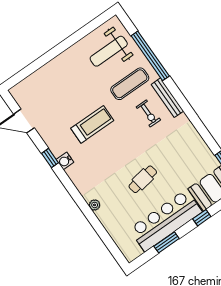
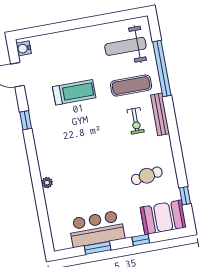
treadmill: (92, 124) -> (74, 92), moved
water cooler: (65, 161) -> (24, 48), moved
cafe table: (143, 179) -> (147, 176), moved
bar counter: (166, 220) -> (97, 229), width x0.73

